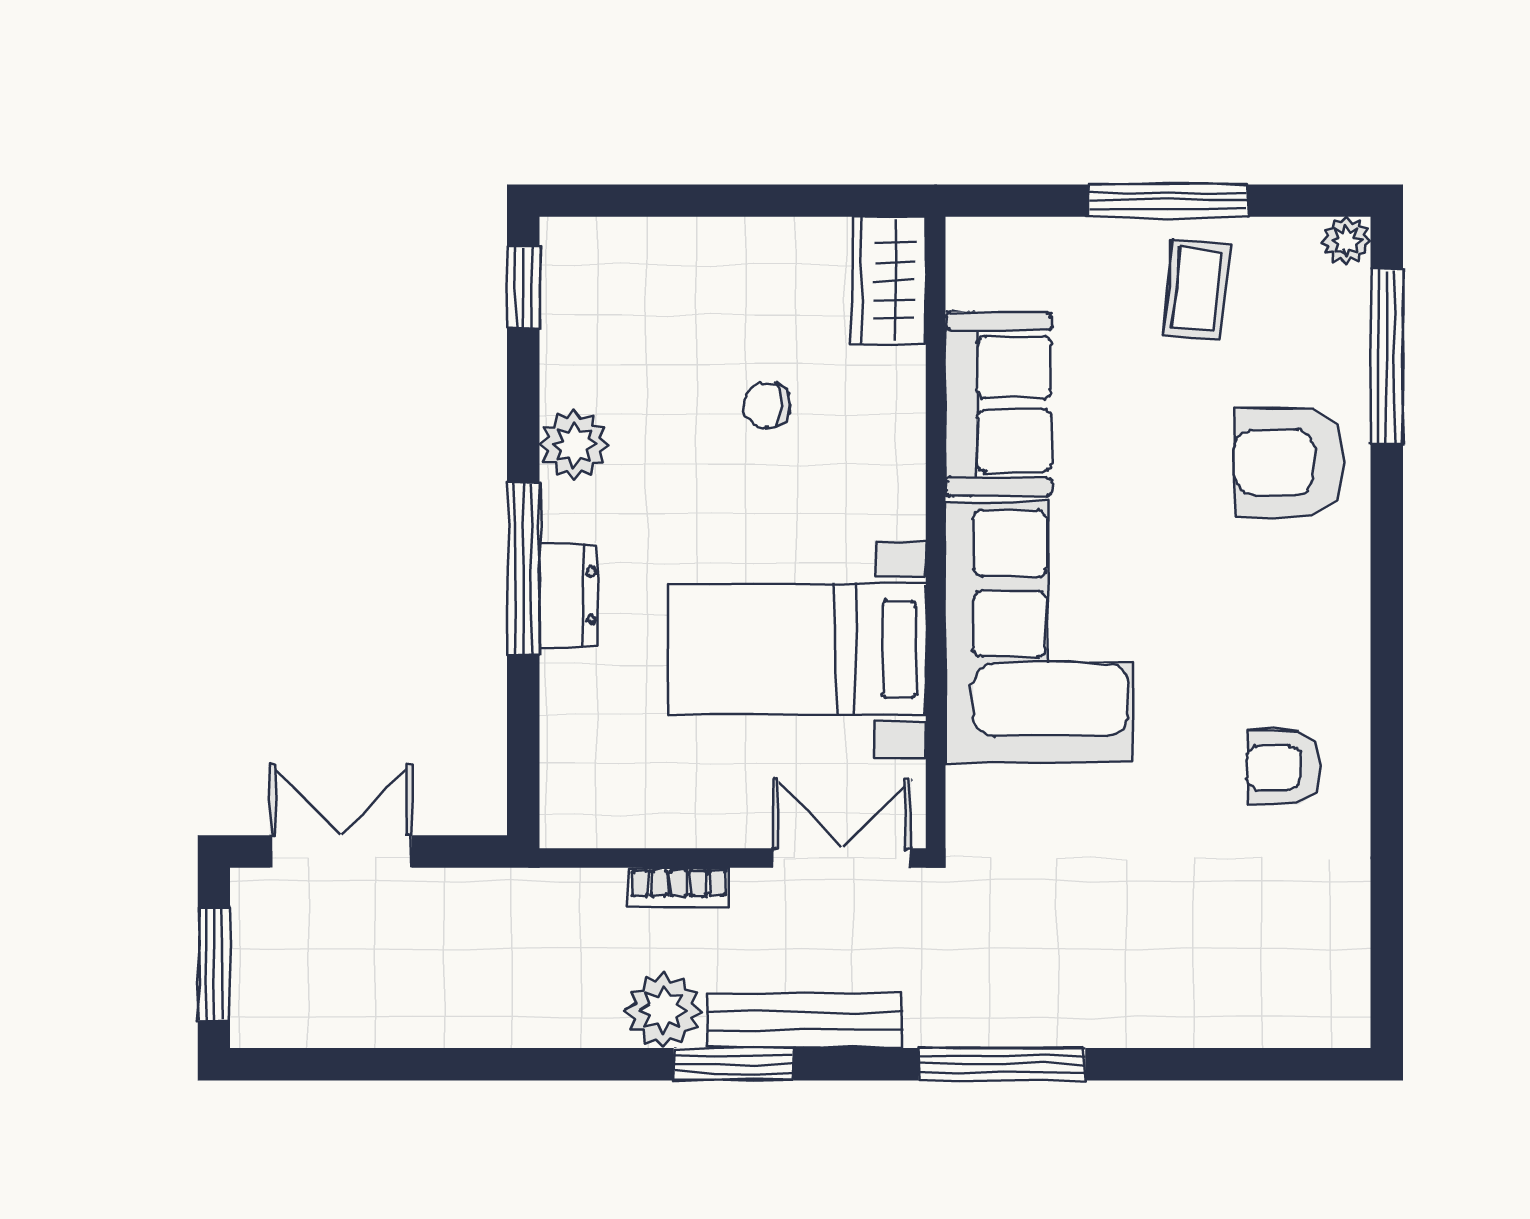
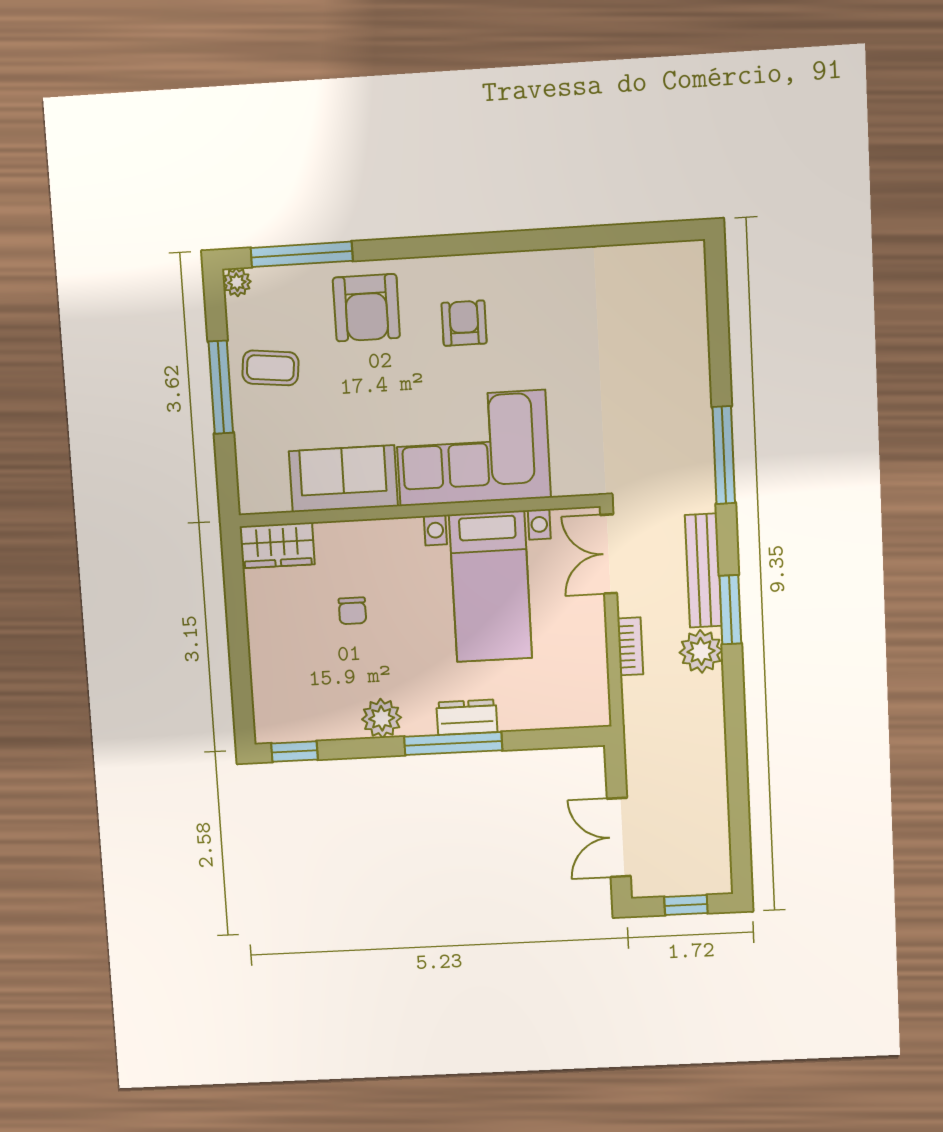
armchair: (1284, 768) -> (464, 323), moved, turned 180
window: (214, 964) -> (686, 905), width x0.67

